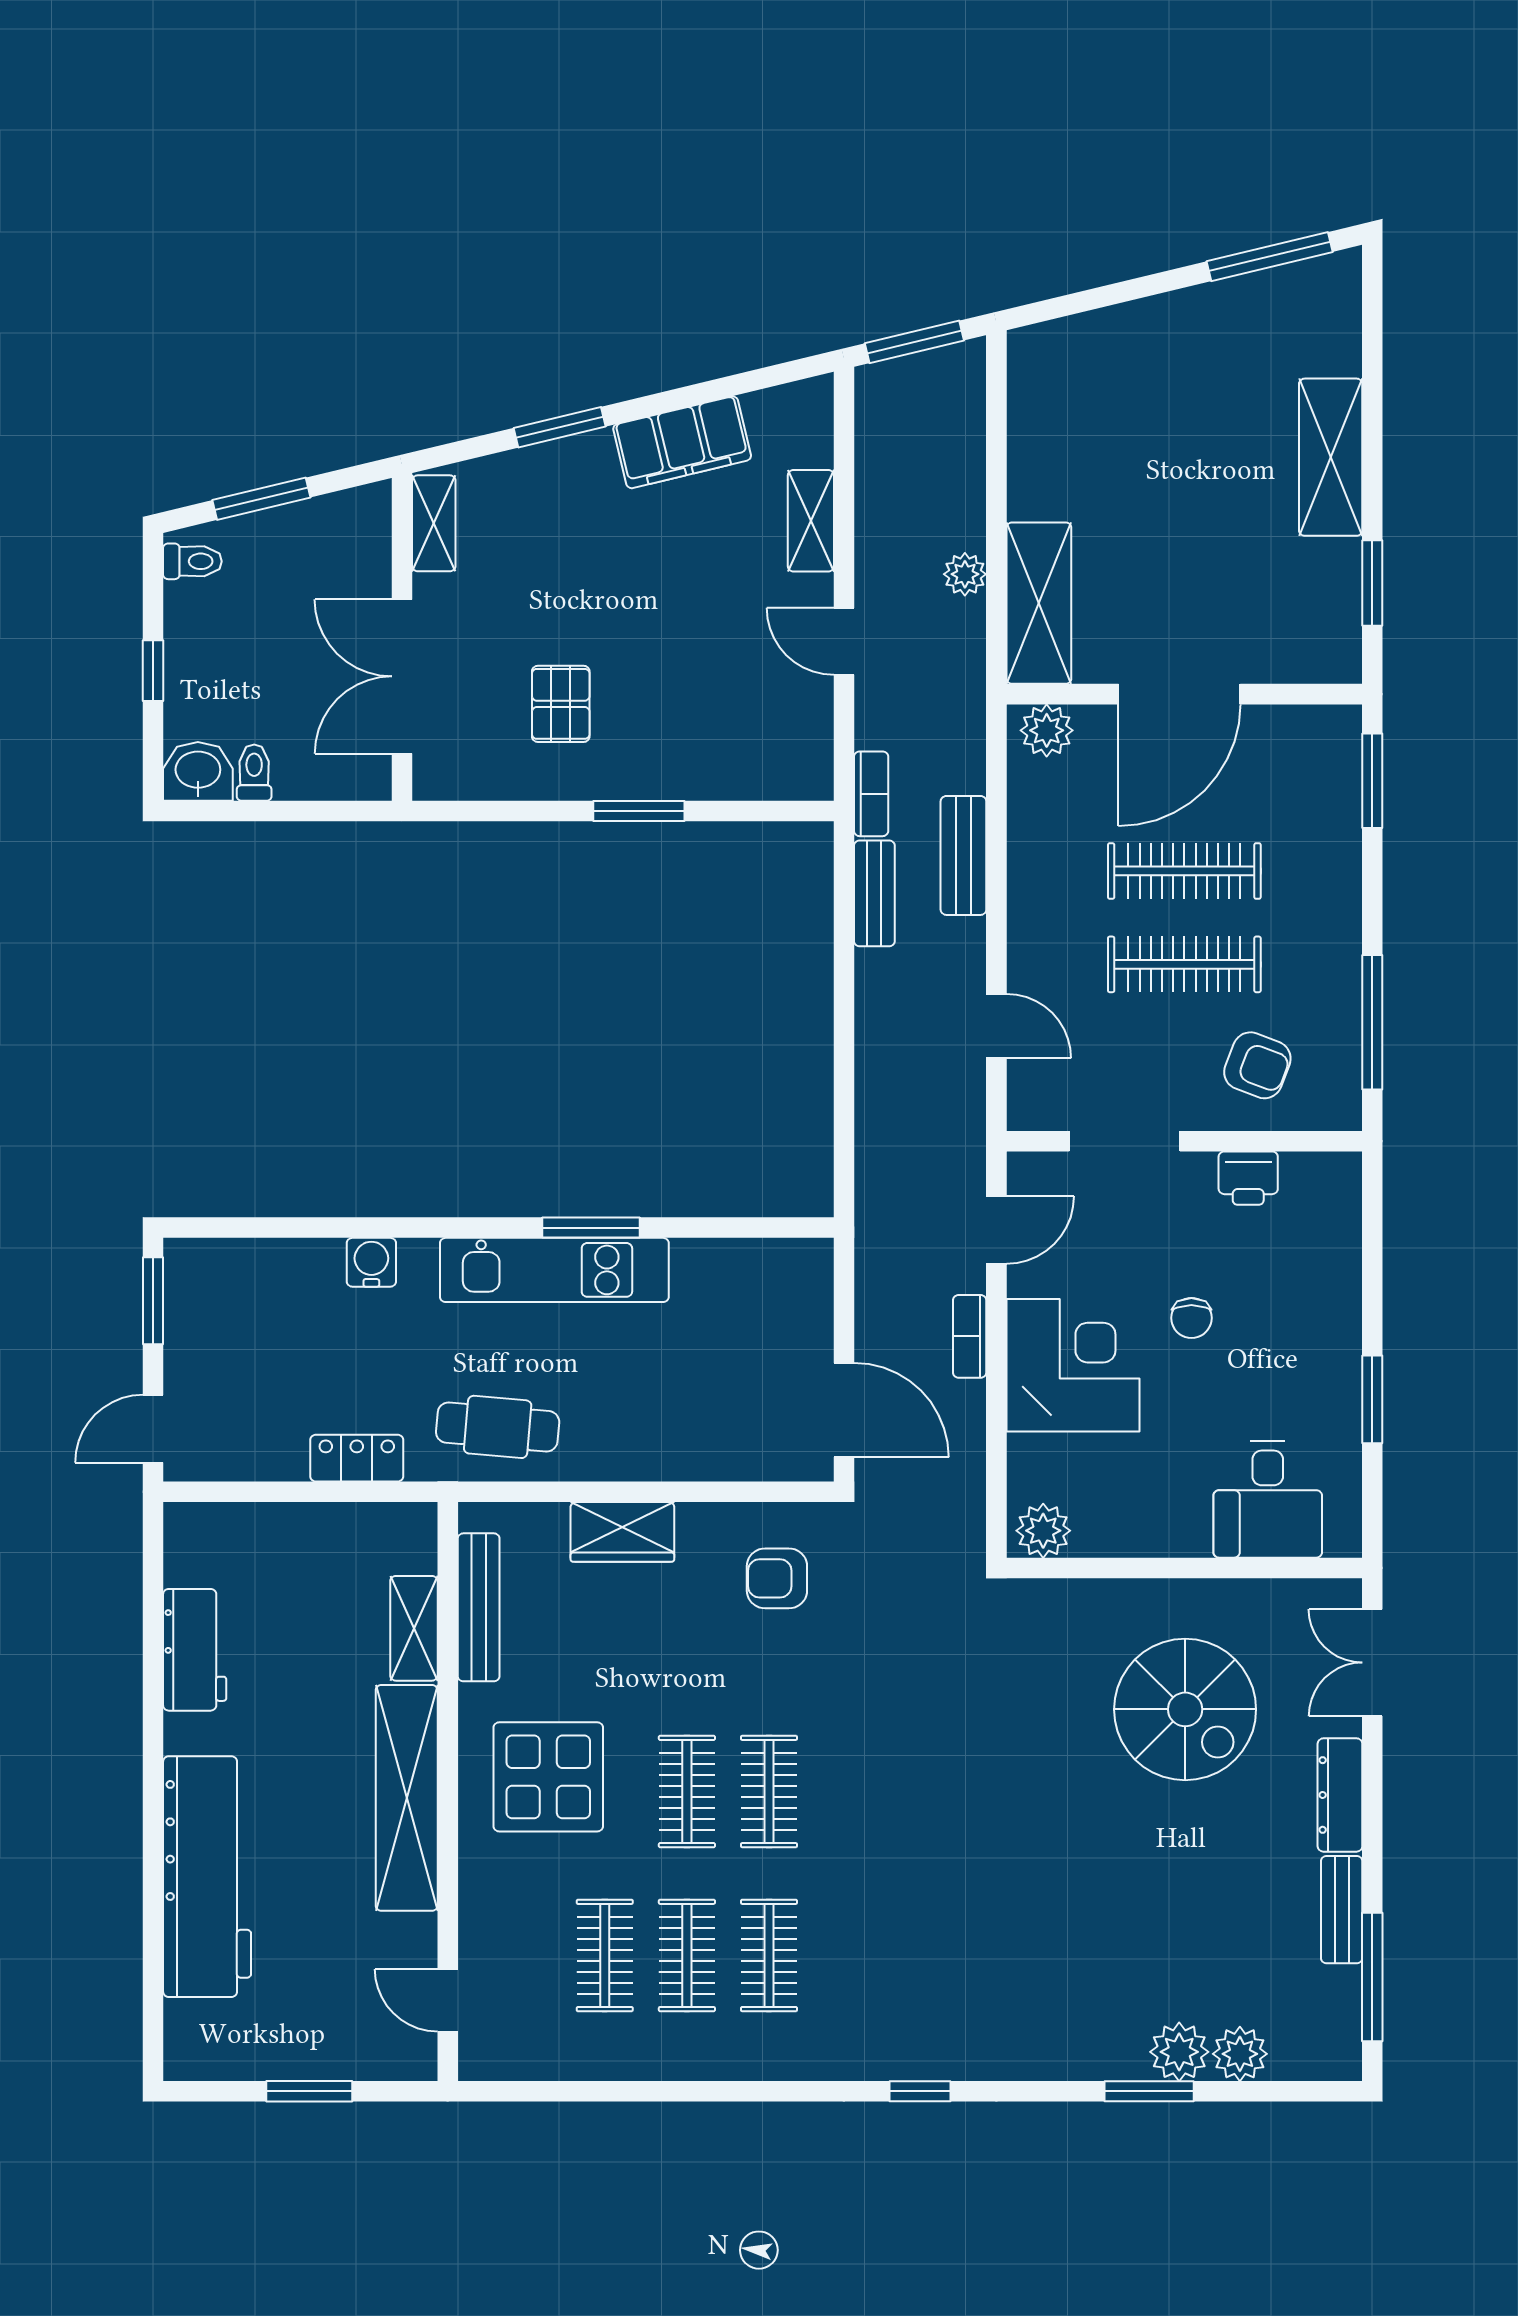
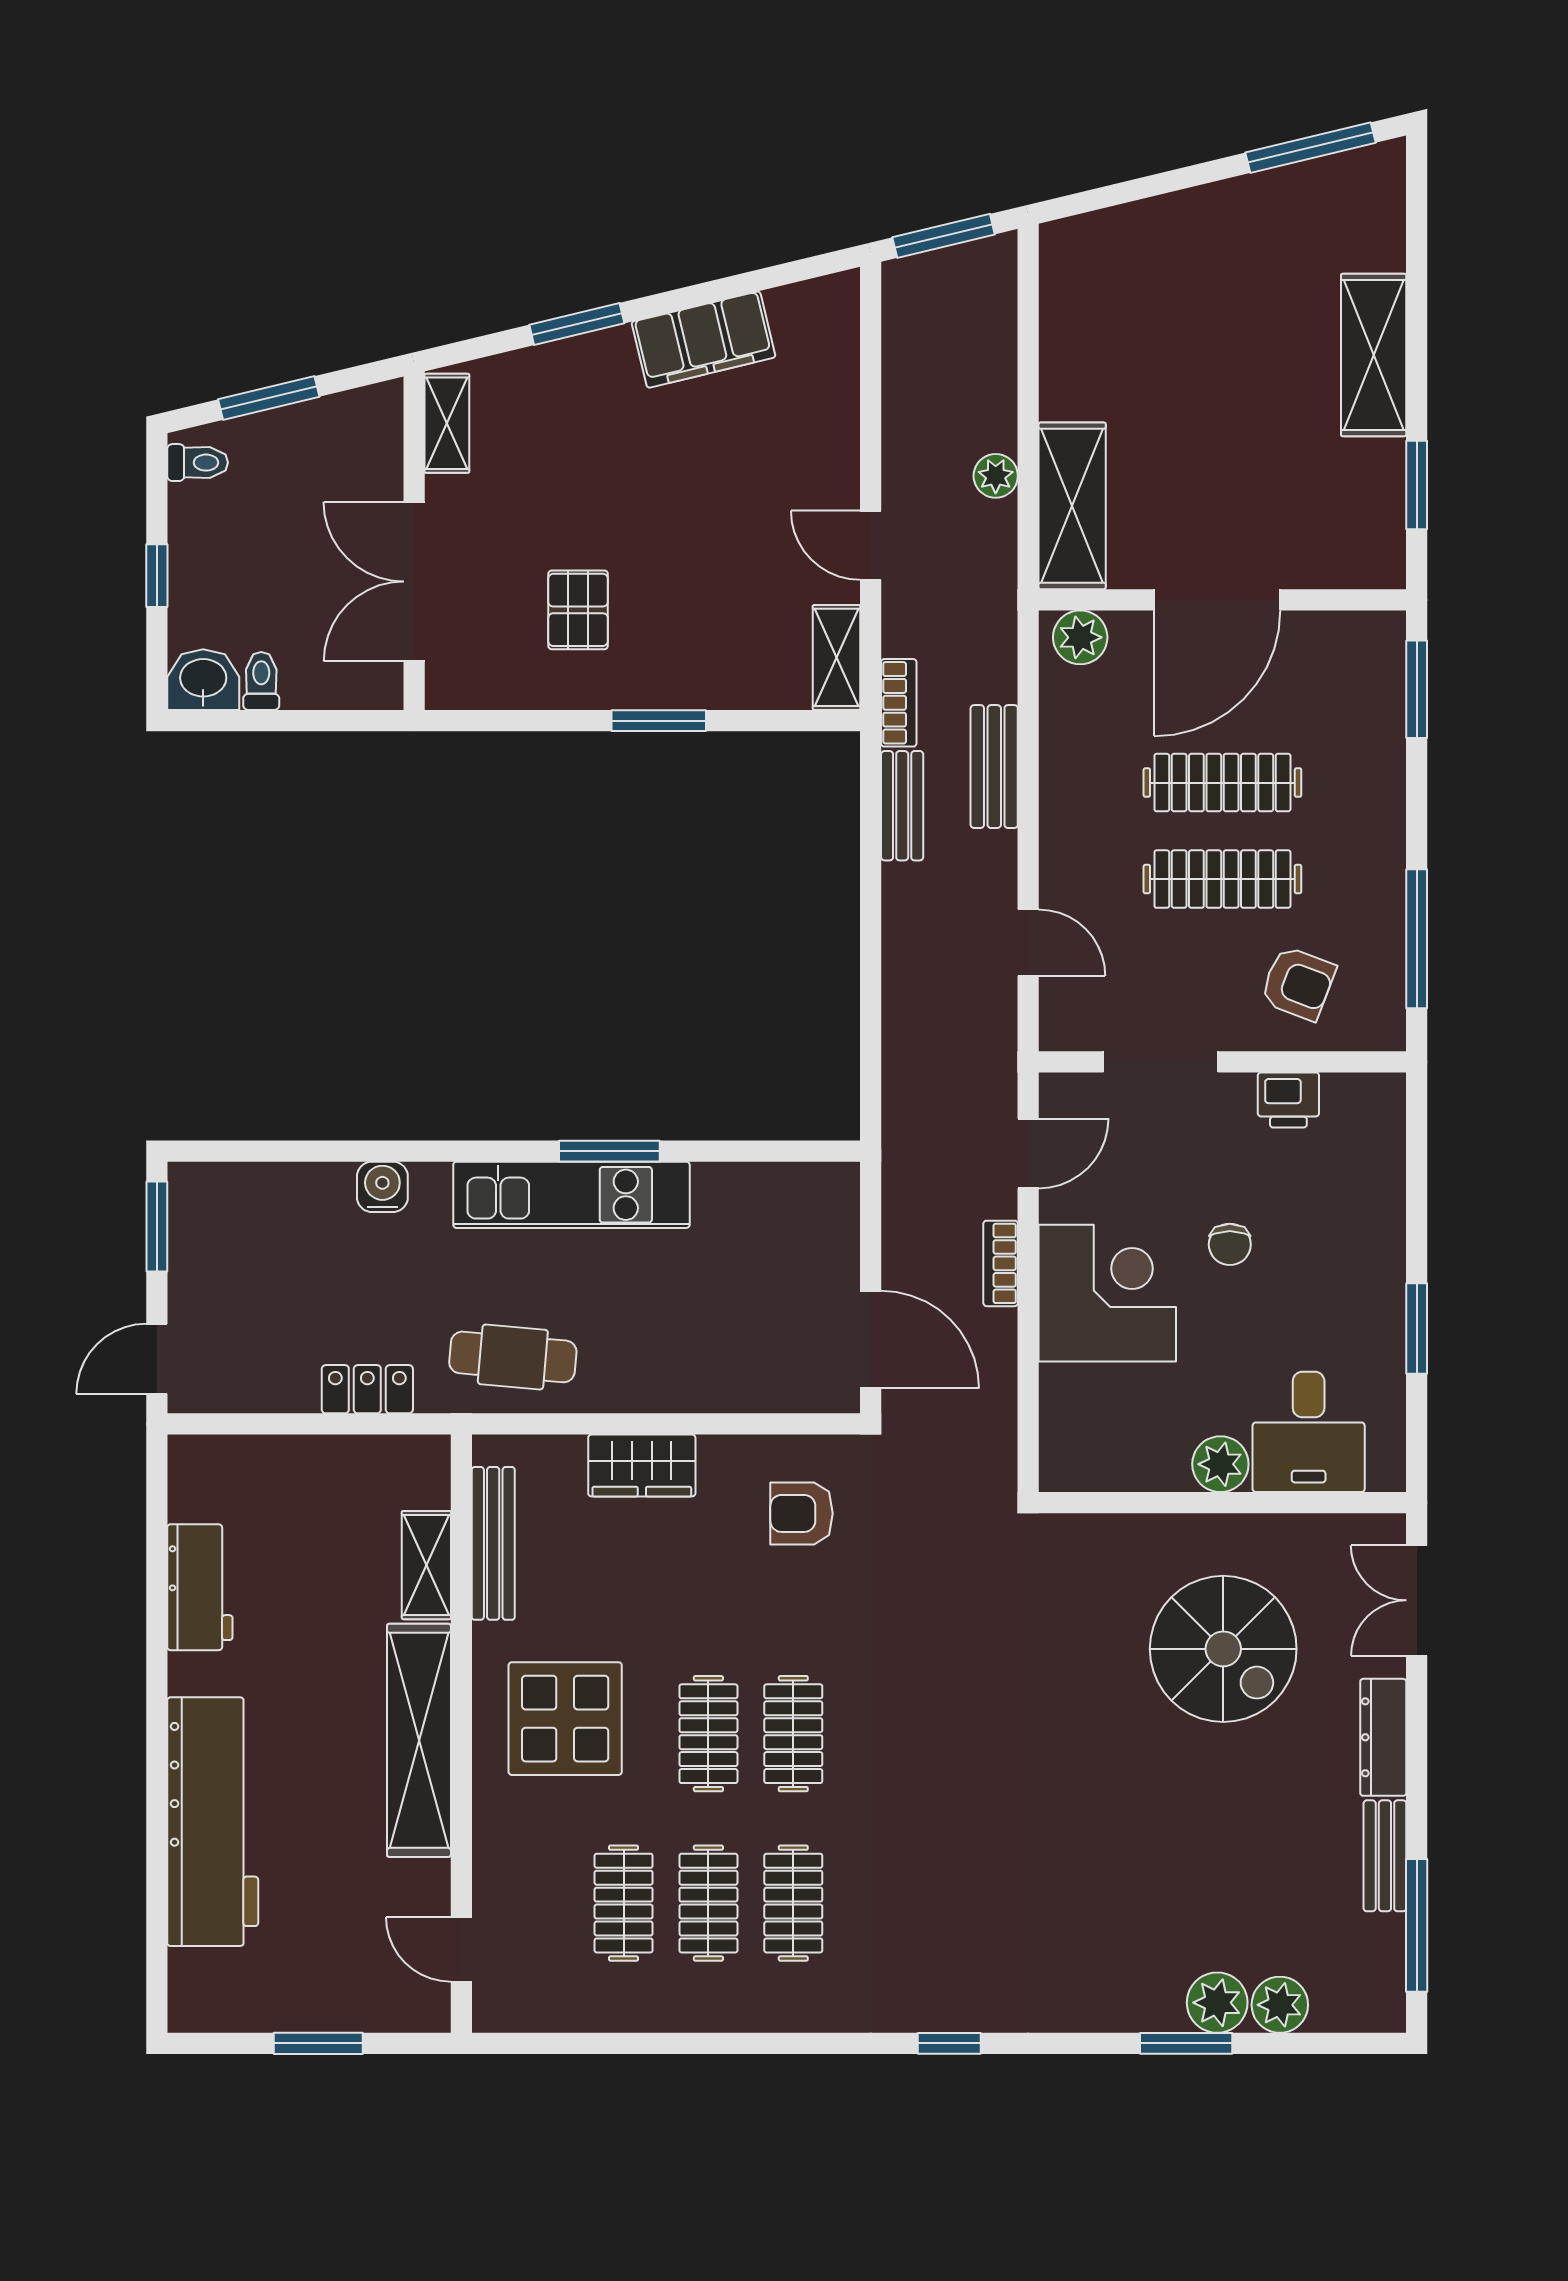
shelving: (811, 521) -> (837, 657), moved
plant: (1043, 1531) -> (1220, 1464), moved

